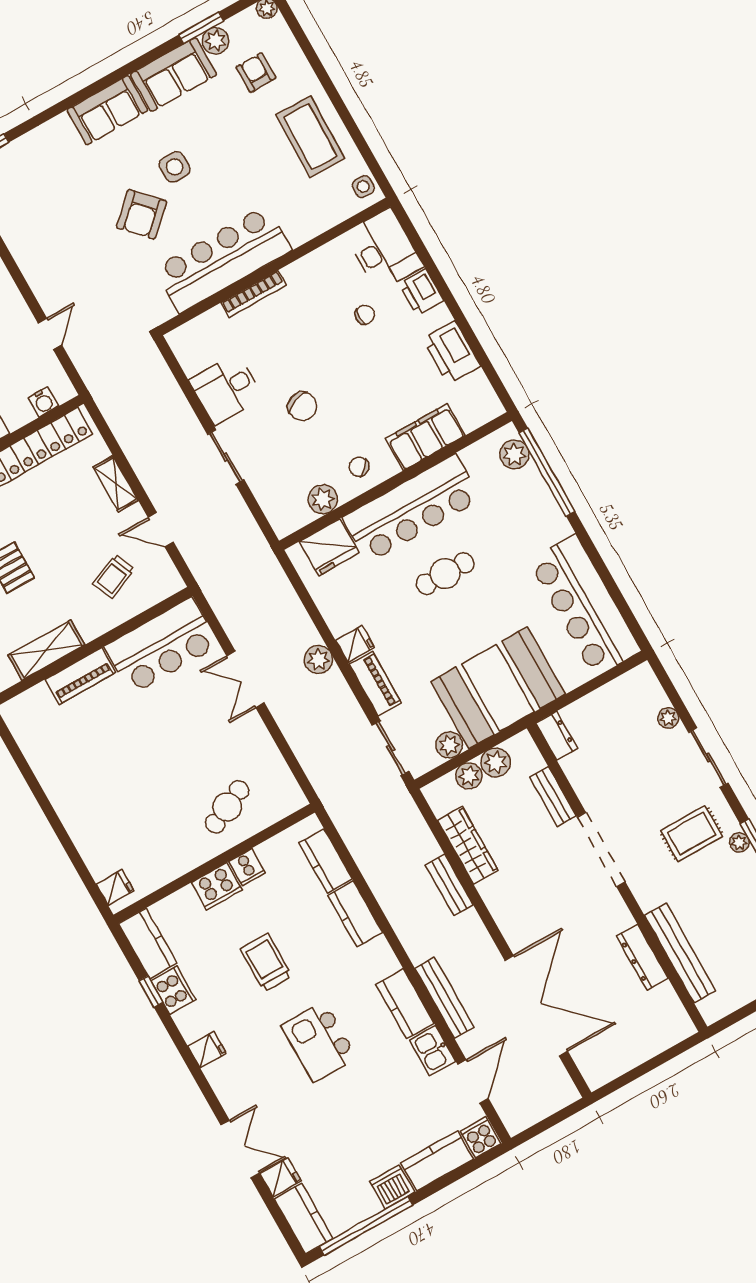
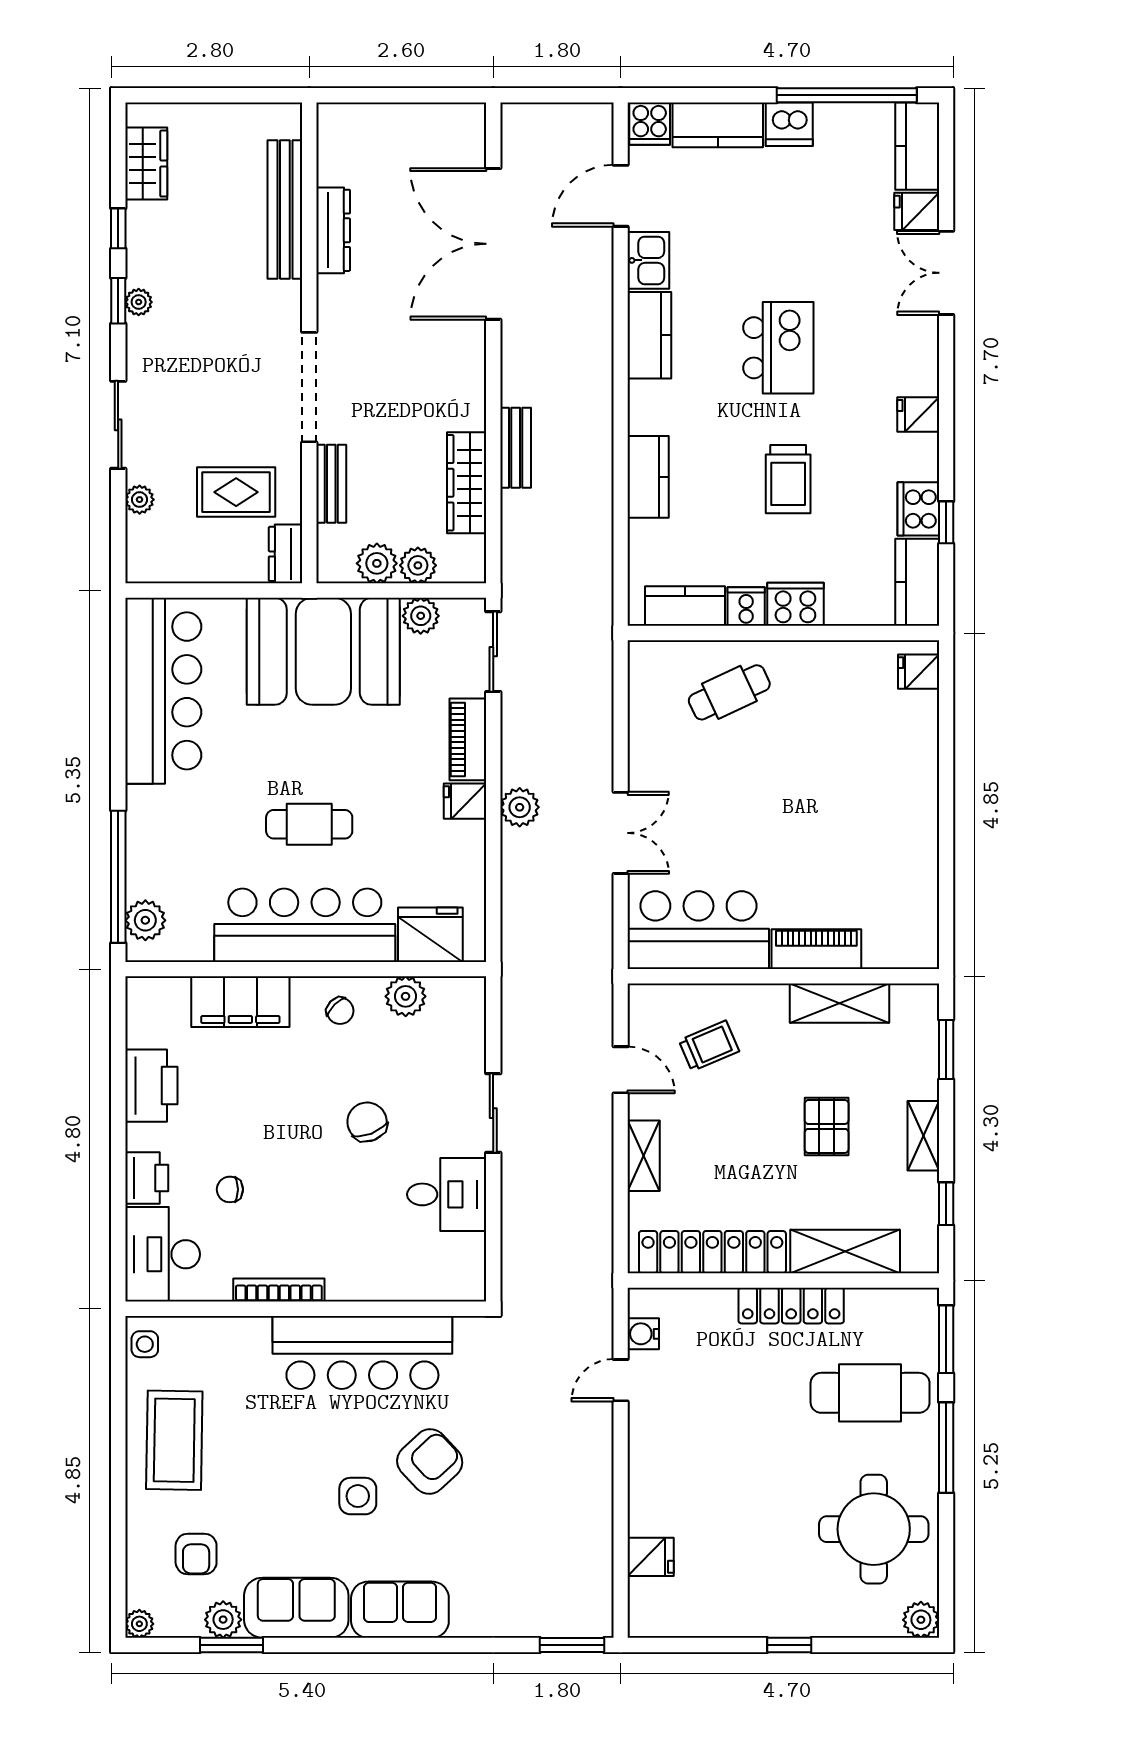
bookcase: (253, 294) -> (279, 1290), moved
water cooler: (43, 402) -> (643, 1334), moved, turned -90
rug: (692, 833) -> (236, 492), moved
kitchen counter: (326, 861) -> (685, 606), moved, turned -90
bench: (444, 998) -> (598, 316), removed

